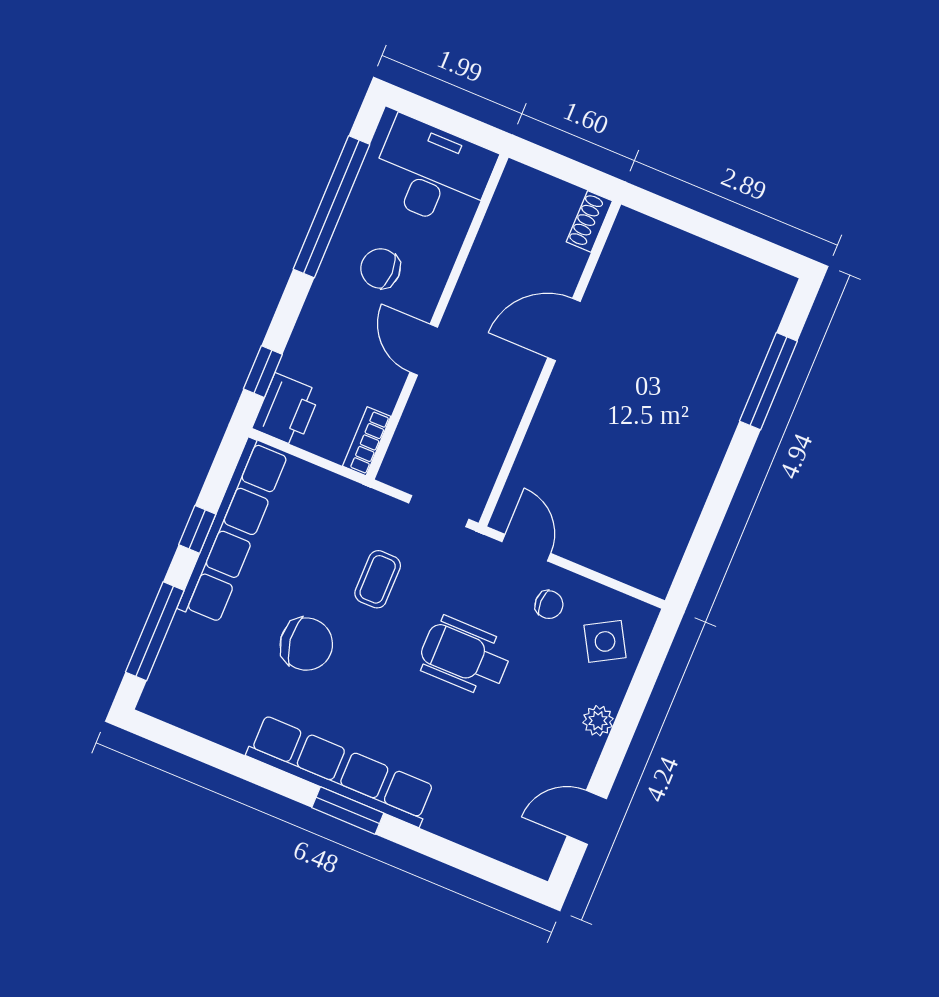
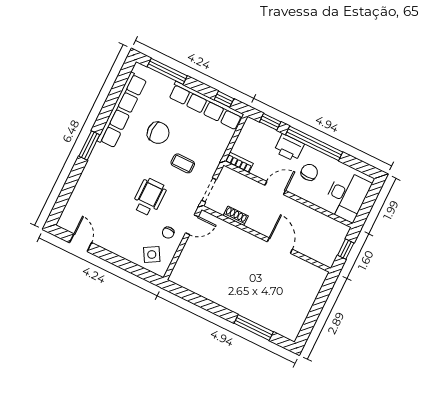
window: (563, 168) -> (346, 249), added
window: (331, 207) -> (314, 143), moved
shoe rack: (589, 221) -> (236, 216), moved
printer: (286, 410) -> (289, 148), moved
window: (197, 529) -> (224, 99), moved
chair: (306, 644) -> (158, 133), turned -82
plant: (598, 721) -> (120, 250), removed
row of seats: (341, 771) -> (122, 110), moved

